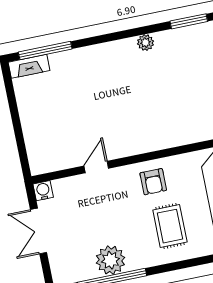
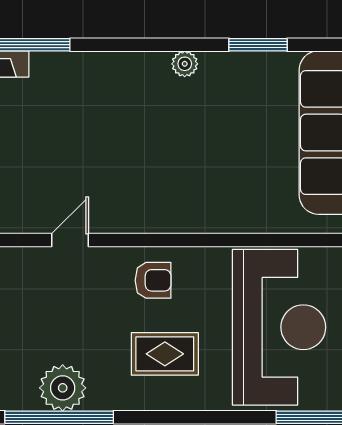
armchair: (153, 182) -> (153, 280), turned -90
rug: (170, 226) -> (165, 354), turned 90

